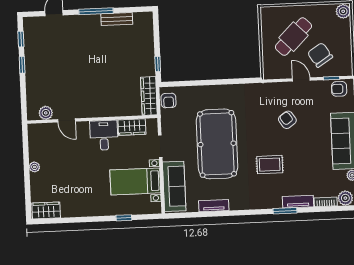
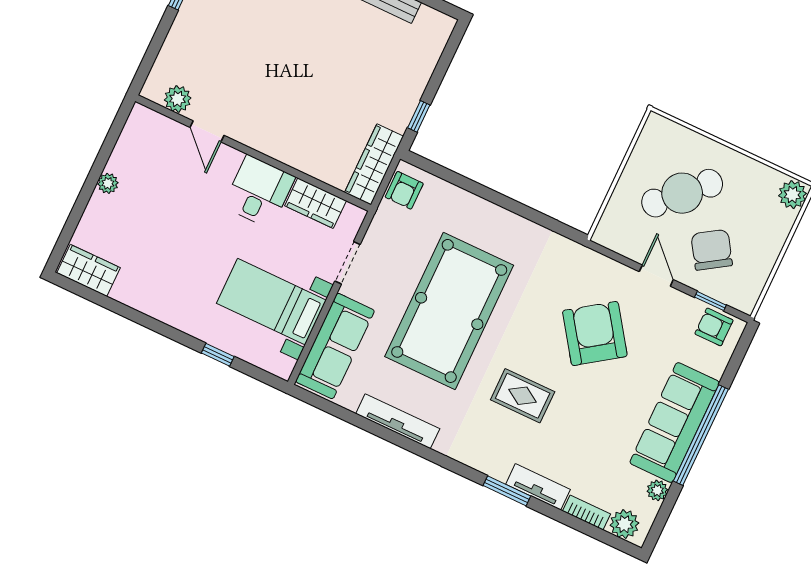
armchair: (287, 120) -> (595, 333), width x1.88, depth x1.88
tv unit: (214, 206) -> (398, 421), width x1.41

